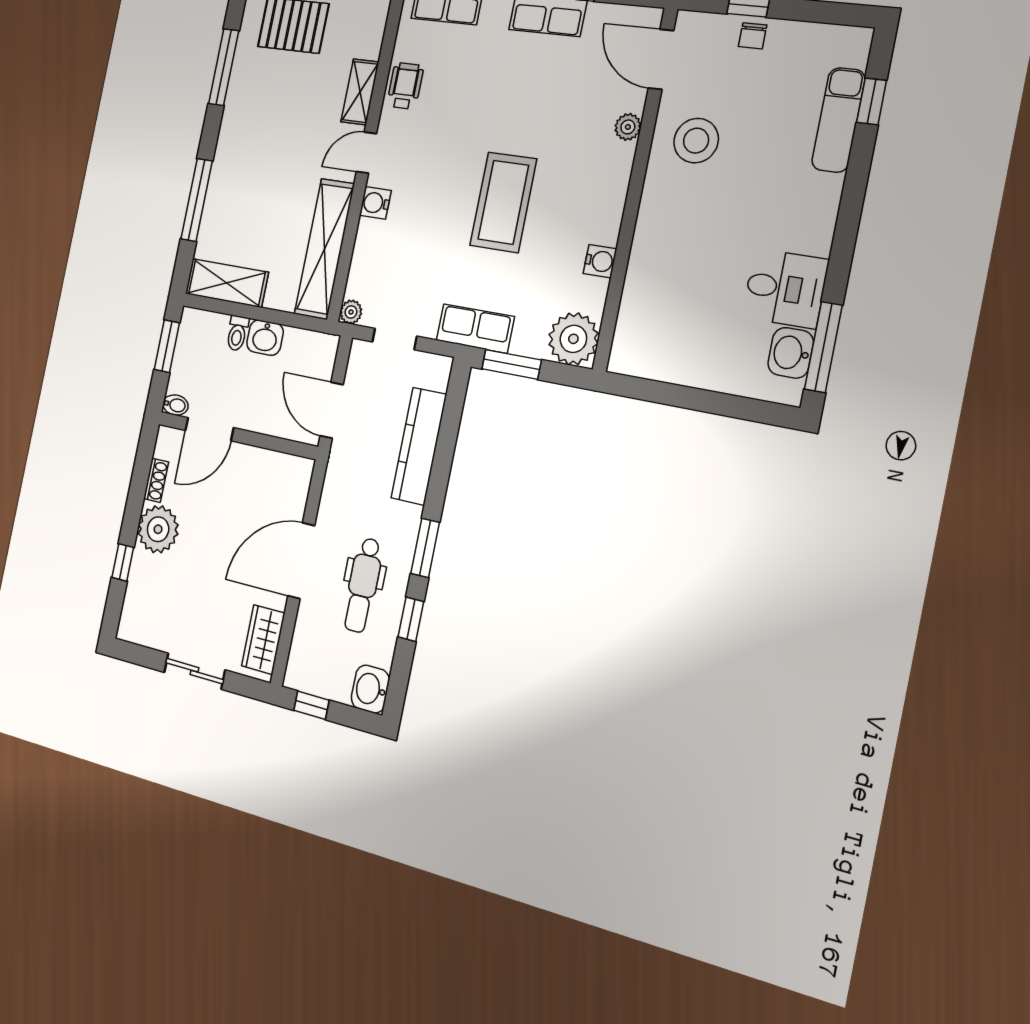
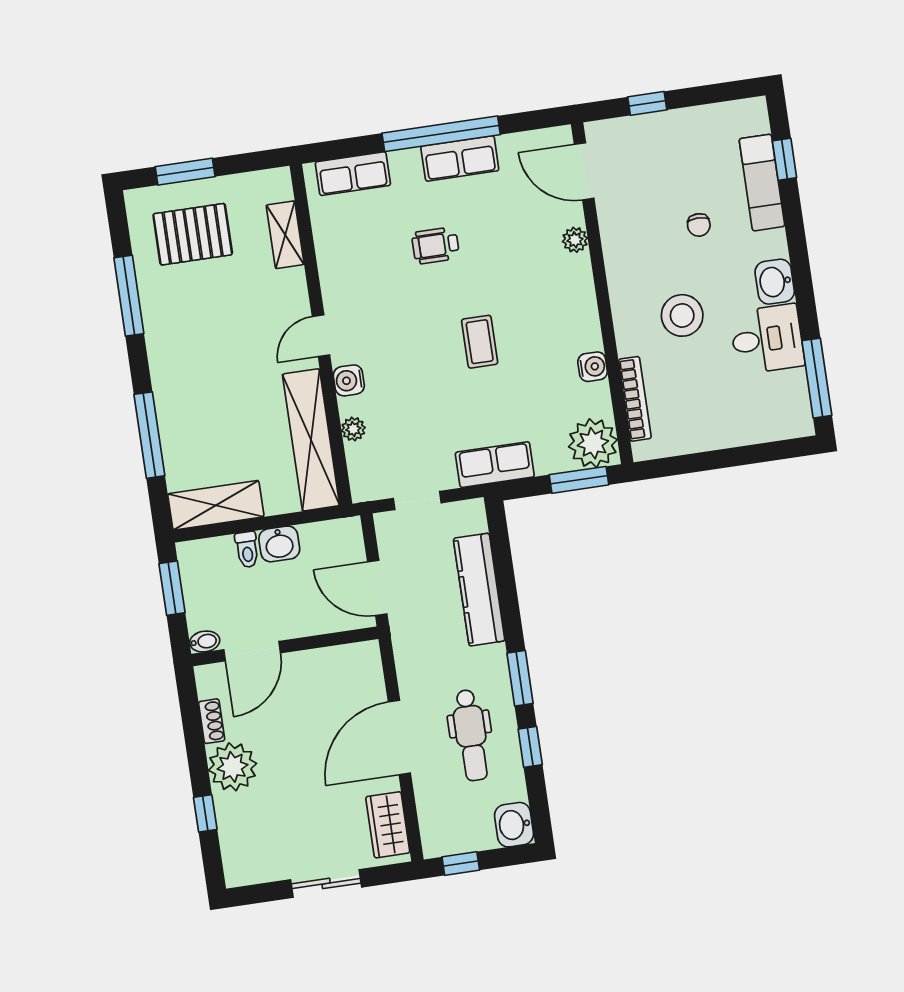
chair: (753, 36) -> (699, 225), moved
wheelchair: (405, 86) -> (436, 245), moved, turned -90
shelving: (360, 92) -> (285, 235), moved
stool: (696, 141) -> (682, 315), moved
coffee table: (503, 202) -> (480, 342), width x0.54, depth x0.58
bookcase: (629, 307) -> (635, 399), added
plant: (351, 312) -> (353, 429), moved
washbasin: (791, 353) -> (775, 282), moved
window: (511, 364) -> (579, 480), moved

